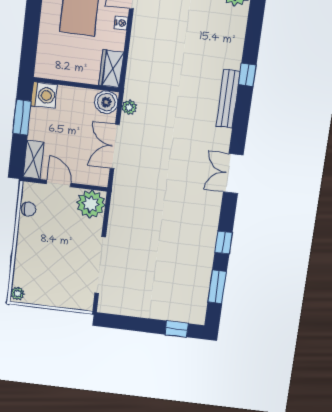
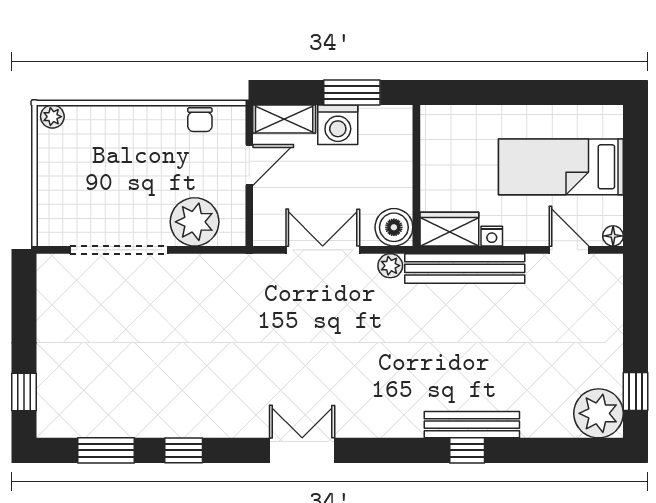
nightstand: (121, 23) -> (492, 236), moved
bench: (136, 62) -> (465, 268), added
washing machine: (44, 95) -> (338, 125), moved
bench: (228, 99) -> (472, 425), moved
plant: (91, 204) -> (195, 222), moved

